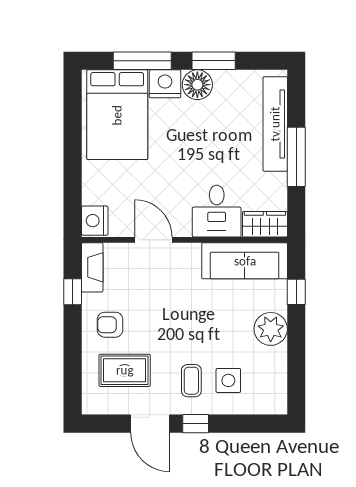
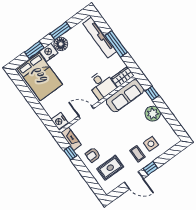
window: (142, 61) -> (34, 50), width x0.69

